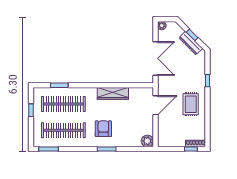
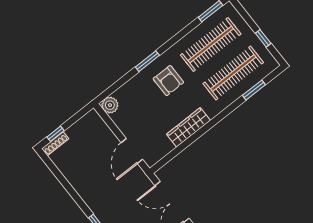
rug: (191, 104) -> (94, 182), removed

